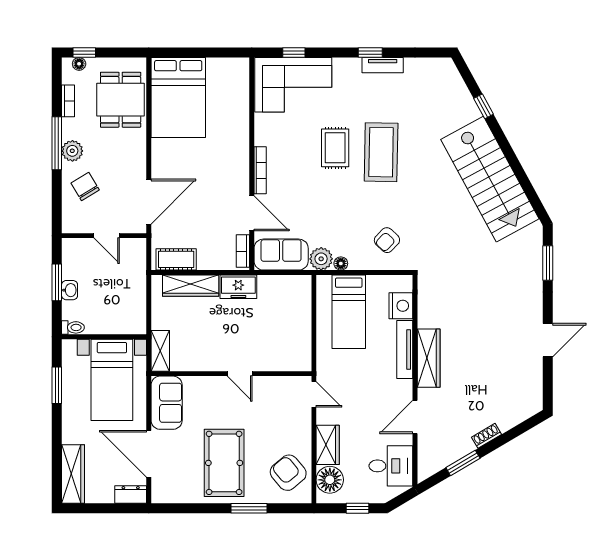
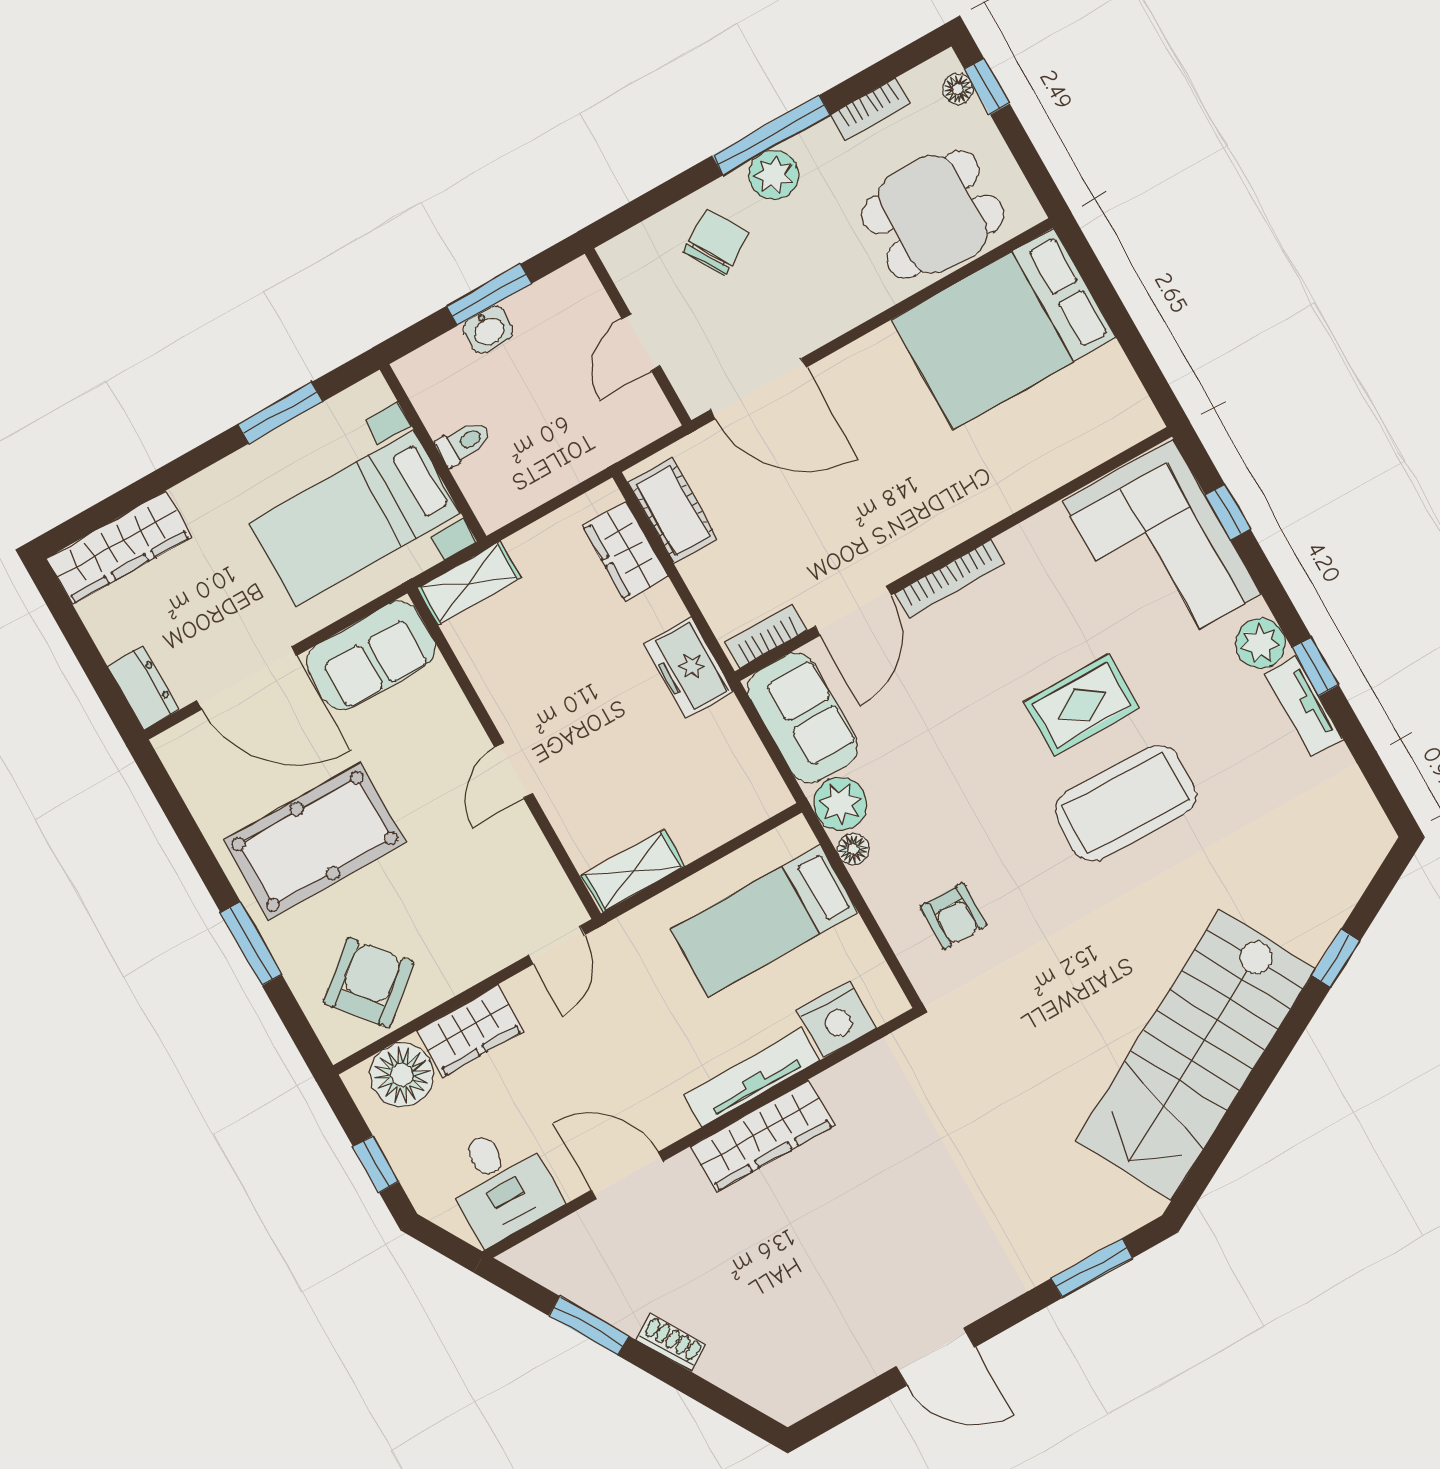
plant: (350, 68) -> (1260, 643), added
armchair: (387, 240) -> (954, 916), turned -134
wardrobe: (191, 286) -> (625, 551), width x0.67
toilet: (73, 327) -> (464, 443), moved, turned -90
shelving: (302, 350) -> (633, 871), added
door: (149, 454) -> (247, 678), swing flipped

